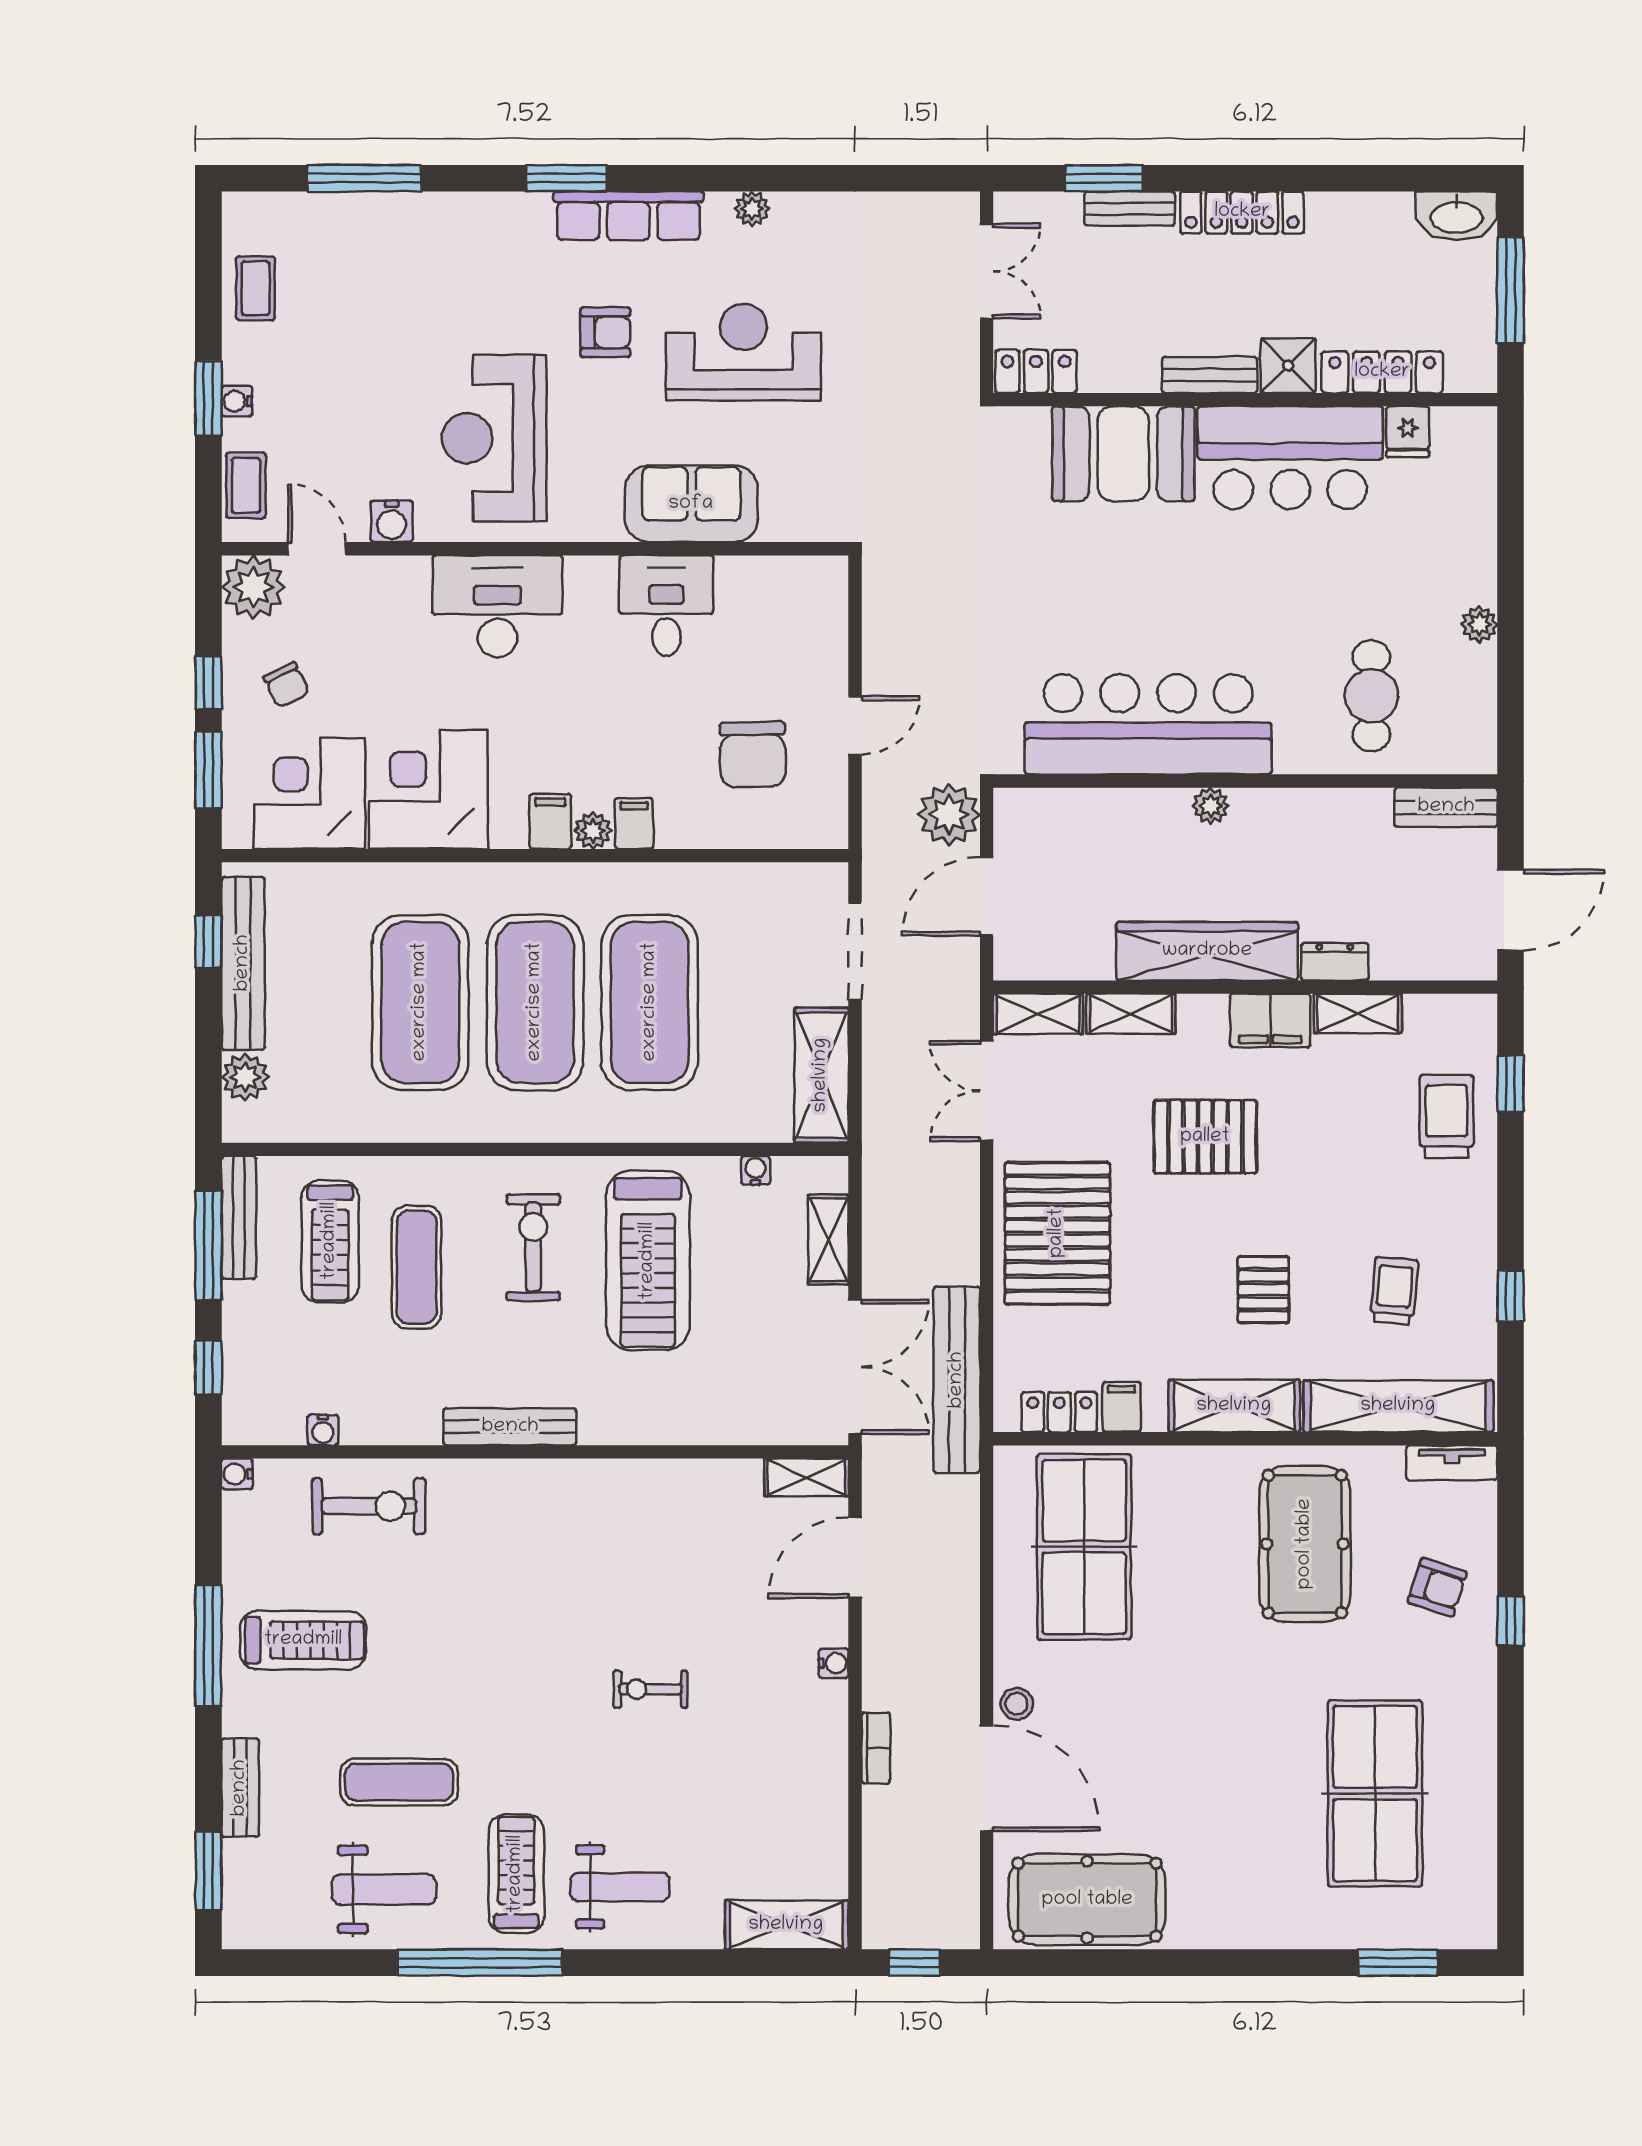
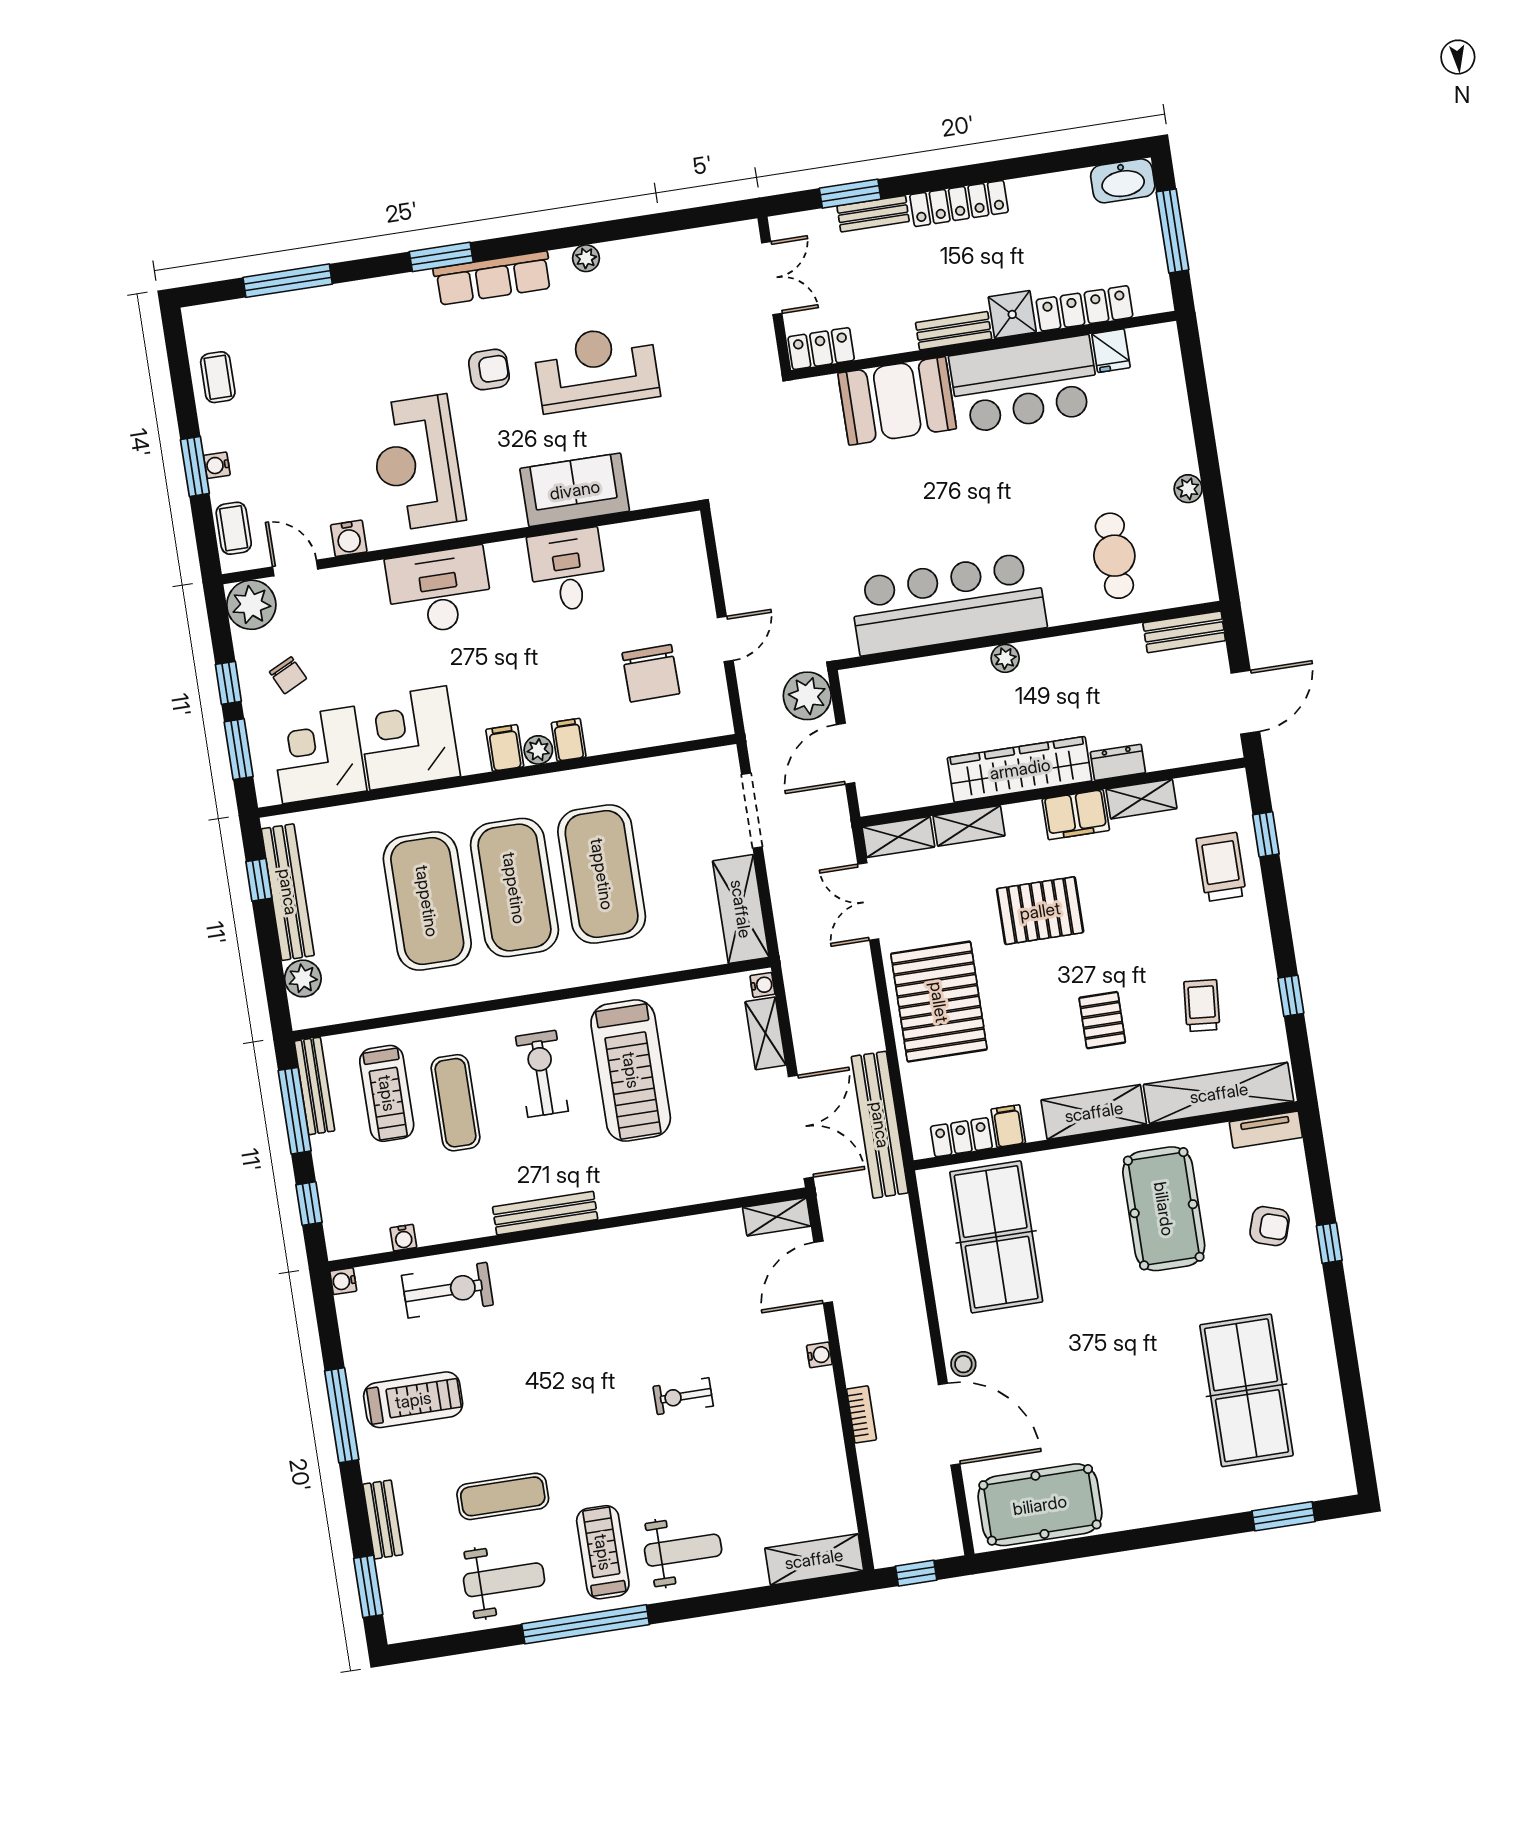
water cooler: (755, 1170) -> (762, 985), moved, turned 90

